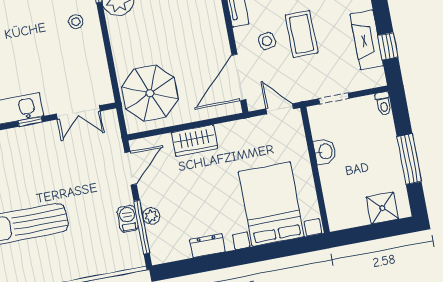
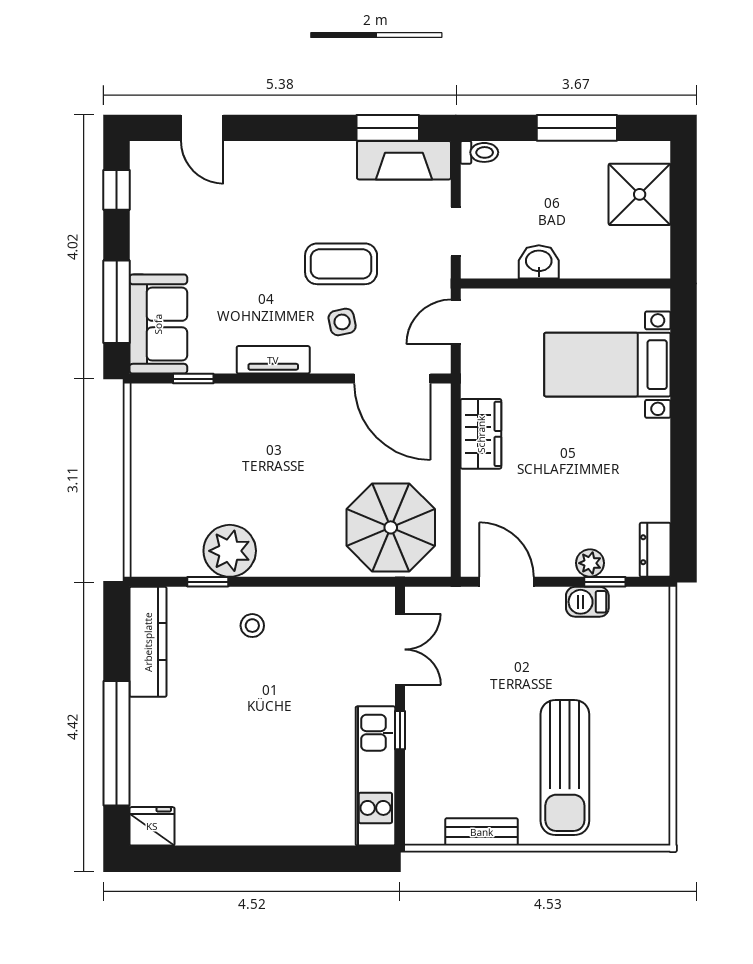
fireplace: (367, 40) -> (404, 160), moved
window: (388, 46) -> (388, 128), width x1.50
wardrobe: (195, 140) -> (481, 434), moved
bed with nightstands: (271, 204) -> (607, 365), width x0.73
shower: (382, 208) -> (640, 194), width x1.36, depth x1.36
window: (142, 227) -> (605, 582), width x0.46
dresser: (207, 246) -> (655, 550), moved

